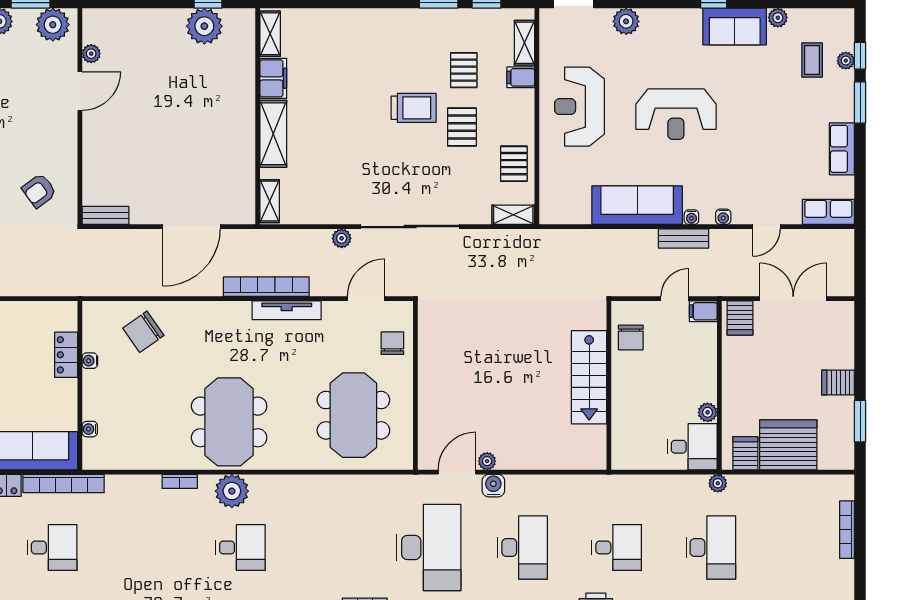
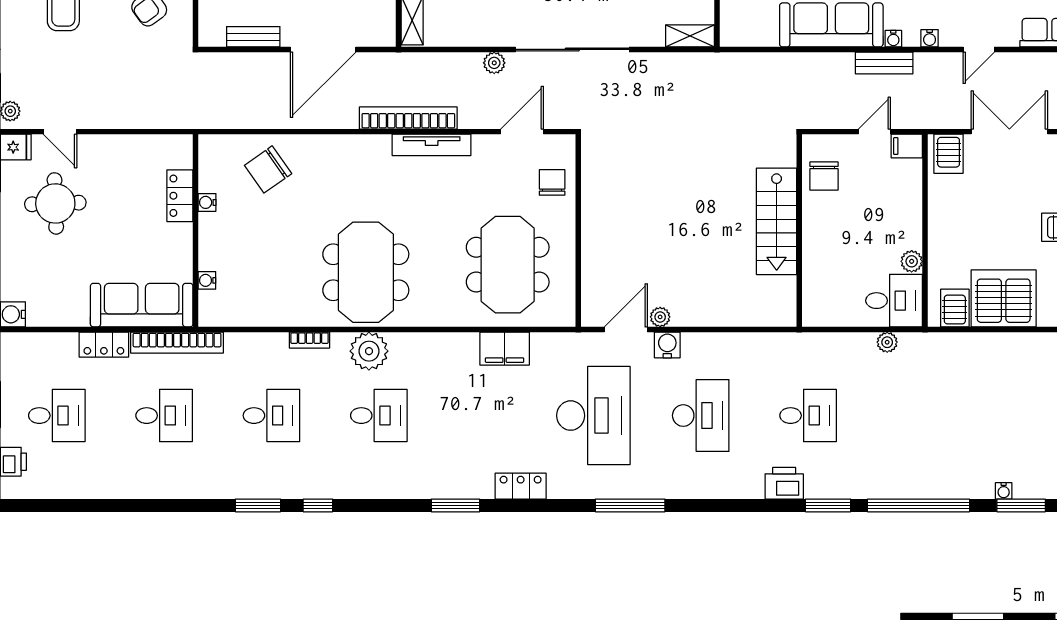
bench: (105, 215) -> (253, 37), moved
plant: (718, 483) -> (887, 342), moved
filing cabinet: (351, 489) -> (505, 349), added
desk: (711, 547) -> (271, 416), moved, width x0.73

